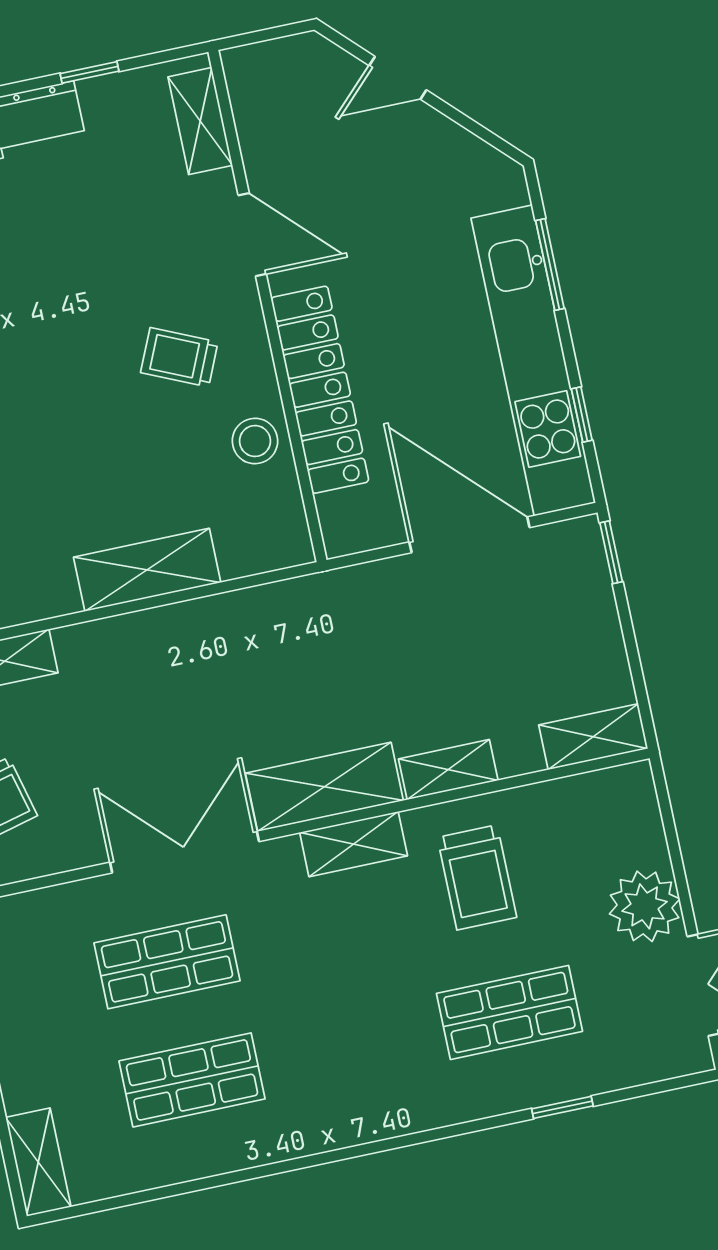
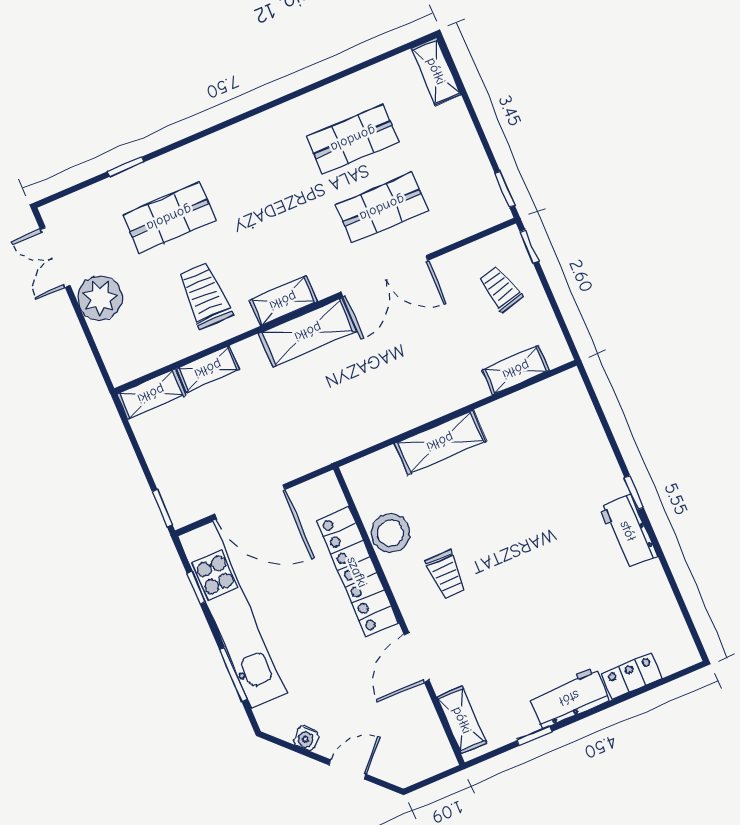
water cooler: (454, 141) -> (306, 738), added
door: (252, 235) -> (417, 657), hinge flipped
trolley: (179, 357) -> (446, 575), turned 66
stool: (255, 441) -> (391, 533), width x1.38, depth x1.38
shelving: (448, 770) -> (208, 369), moved

